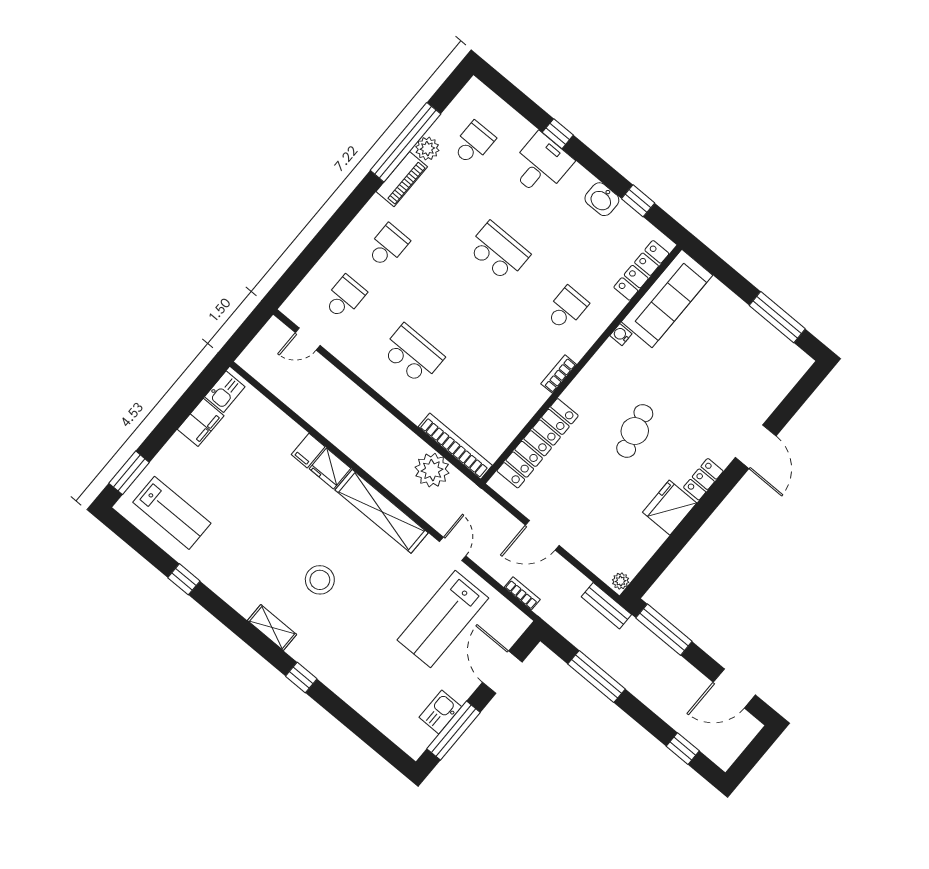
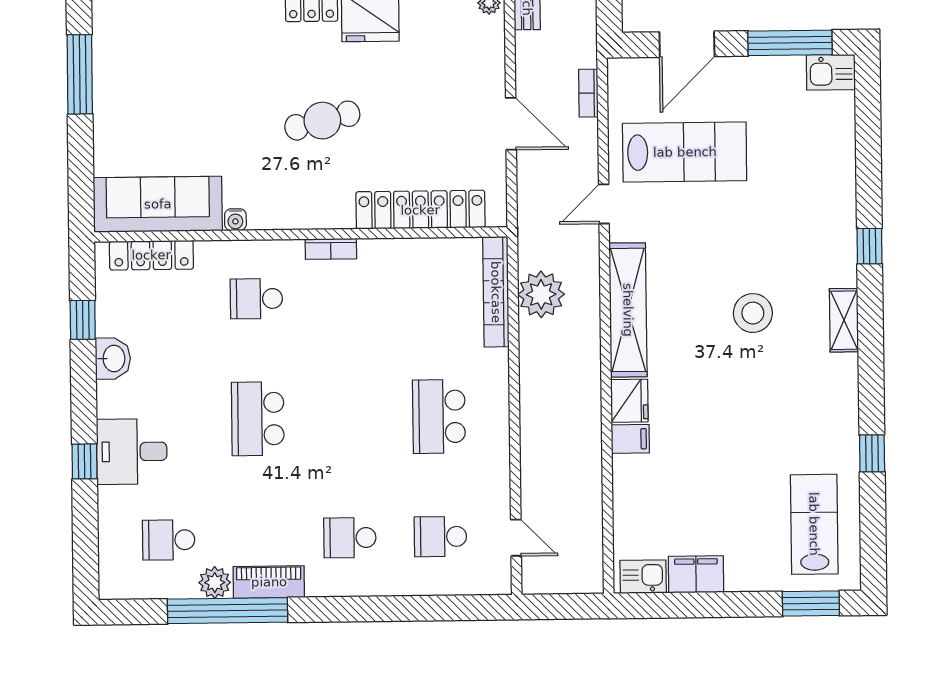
kitchen sink: (440, 712) -> (831, 72), moved

